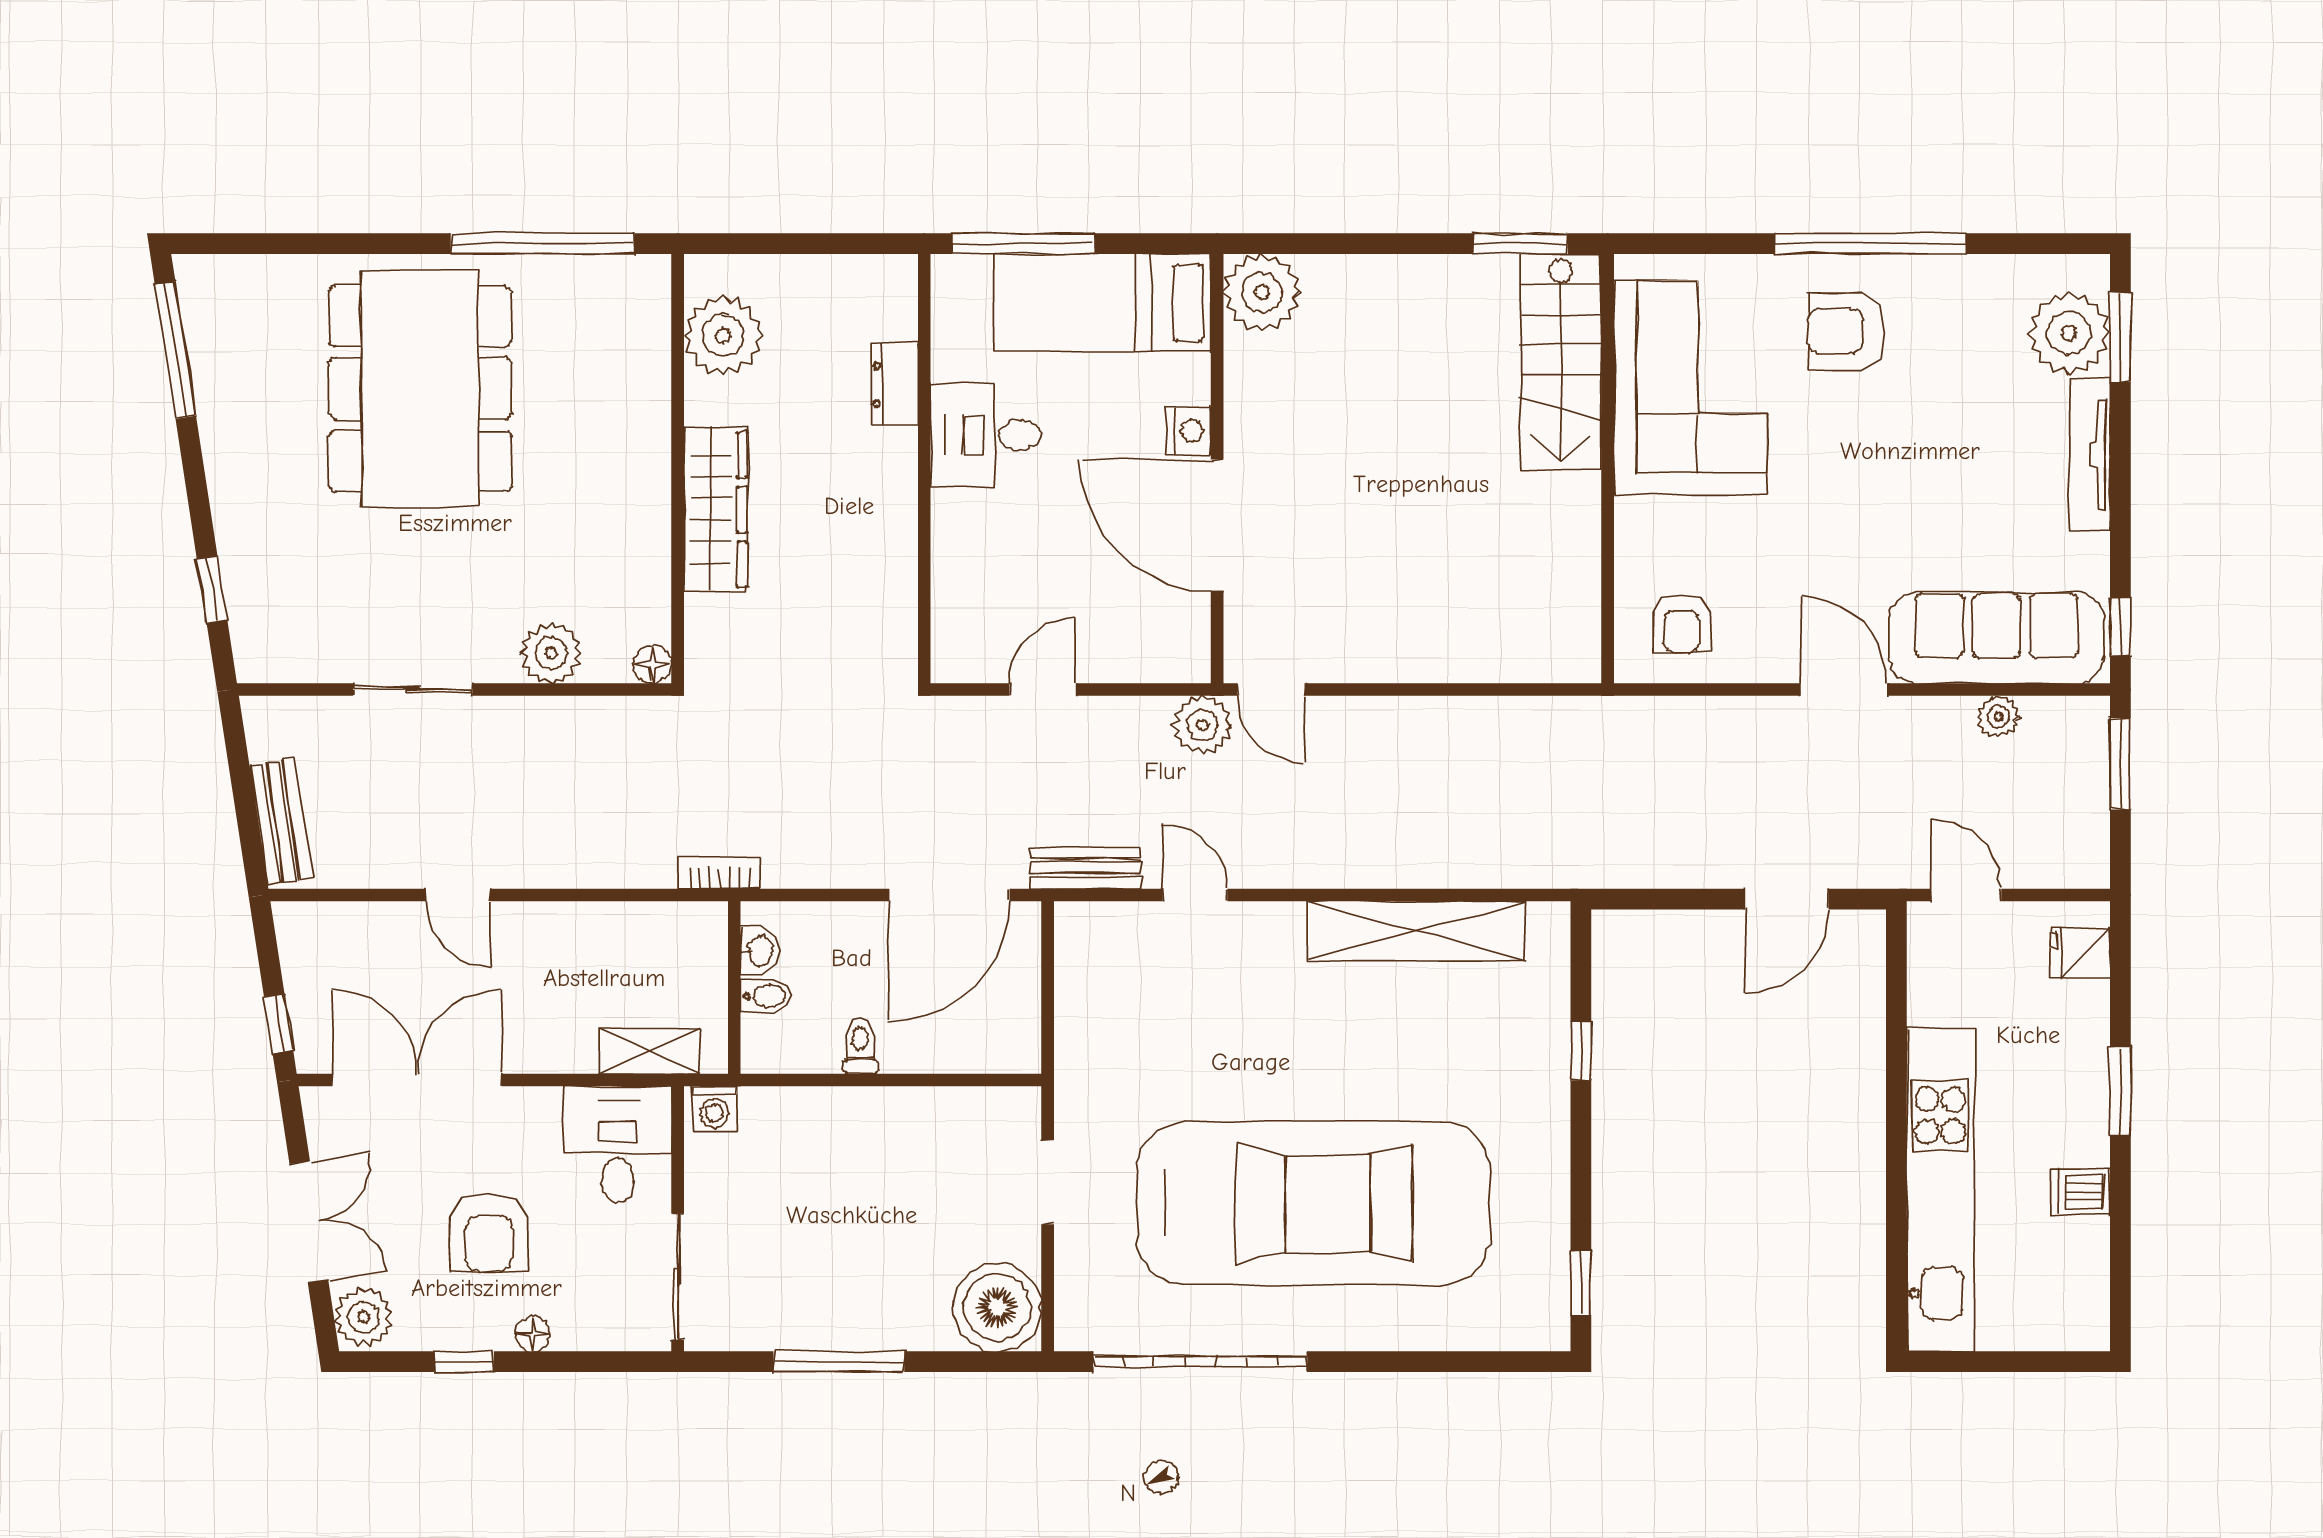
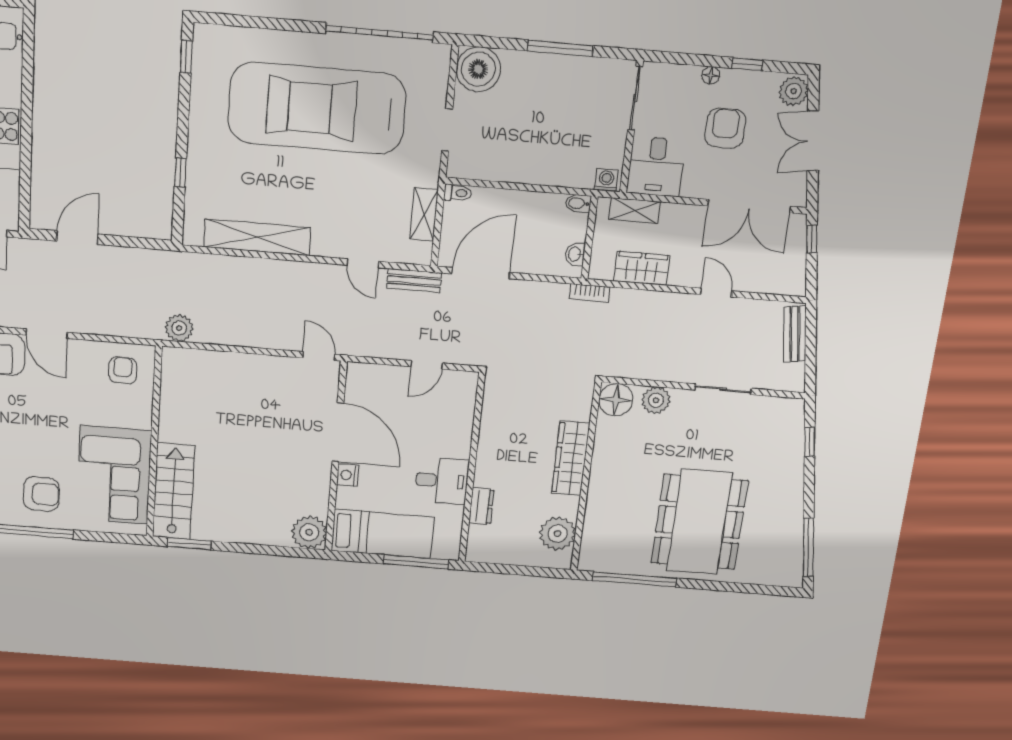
floor lamp: (652, 664) -> (616, 400), width x1.89, depth x1.89
plant: (1202, 725) -> (179, 328), moved
wardrobe: (619, 933) -> (642, 268), added
bidet: (766, 996) -> (578, 203), moved
shelving: (1078, 1007) -> (424, 214), added
toilet: (860, 1046) -> (458, 193), moved, turned -90

